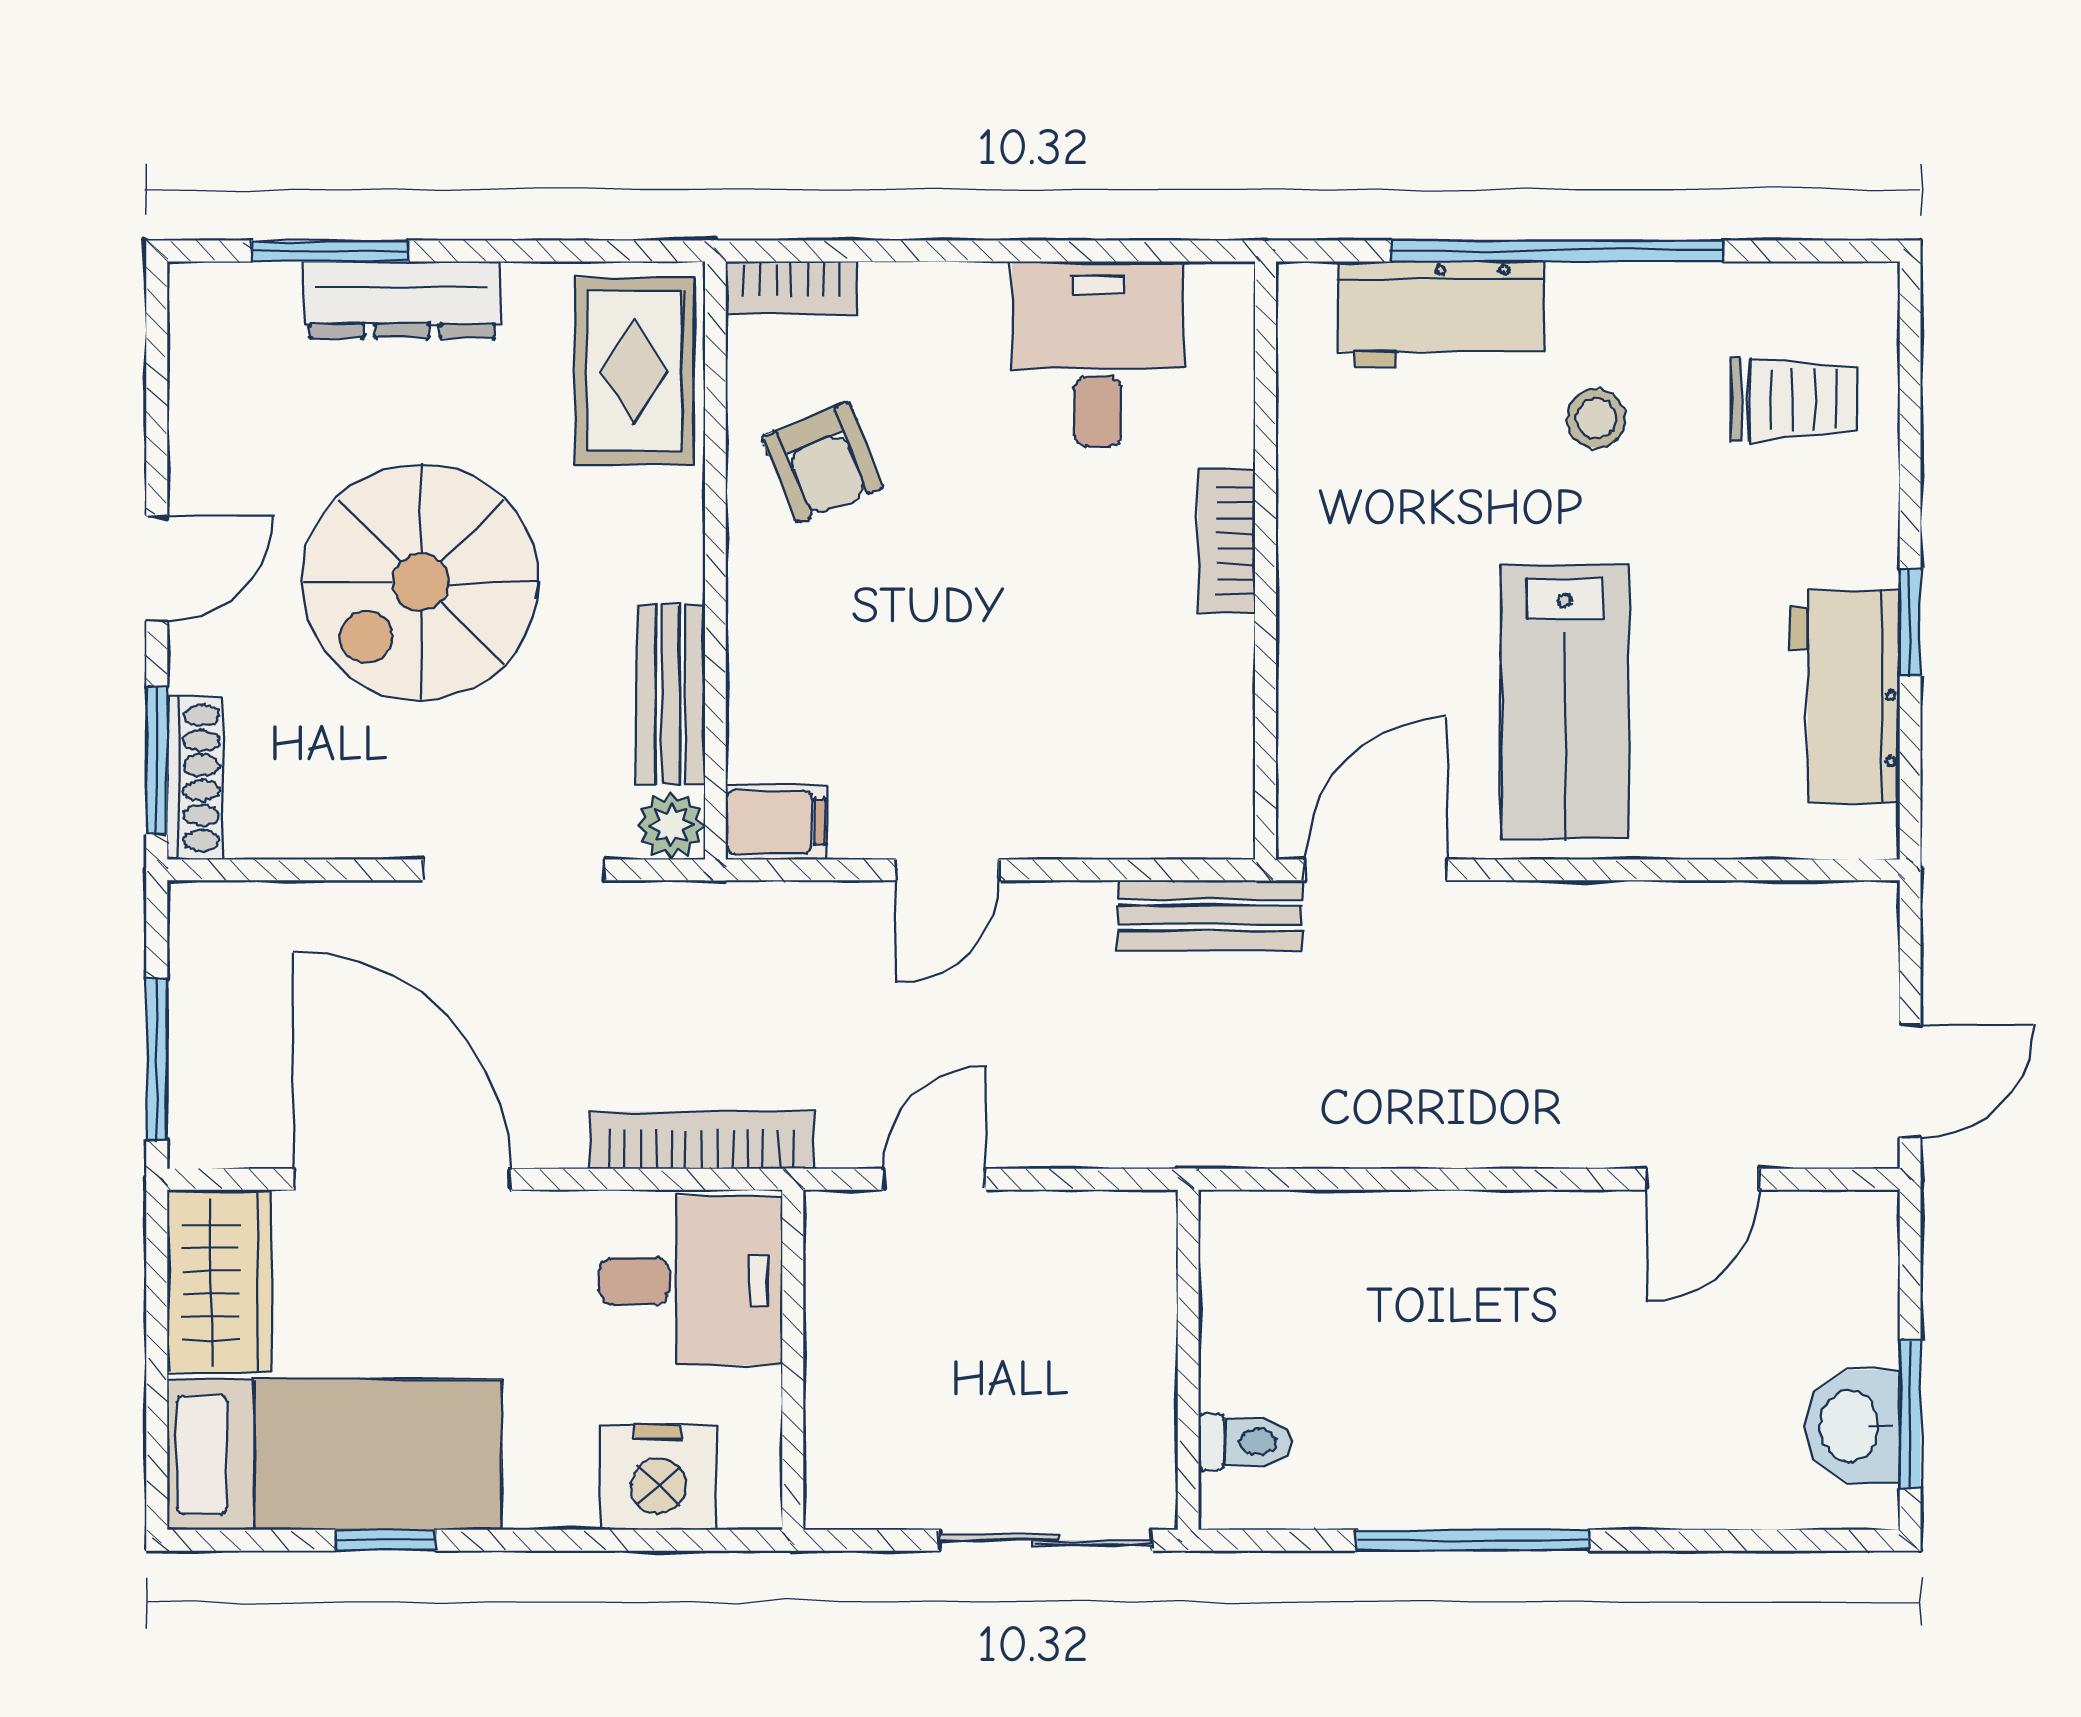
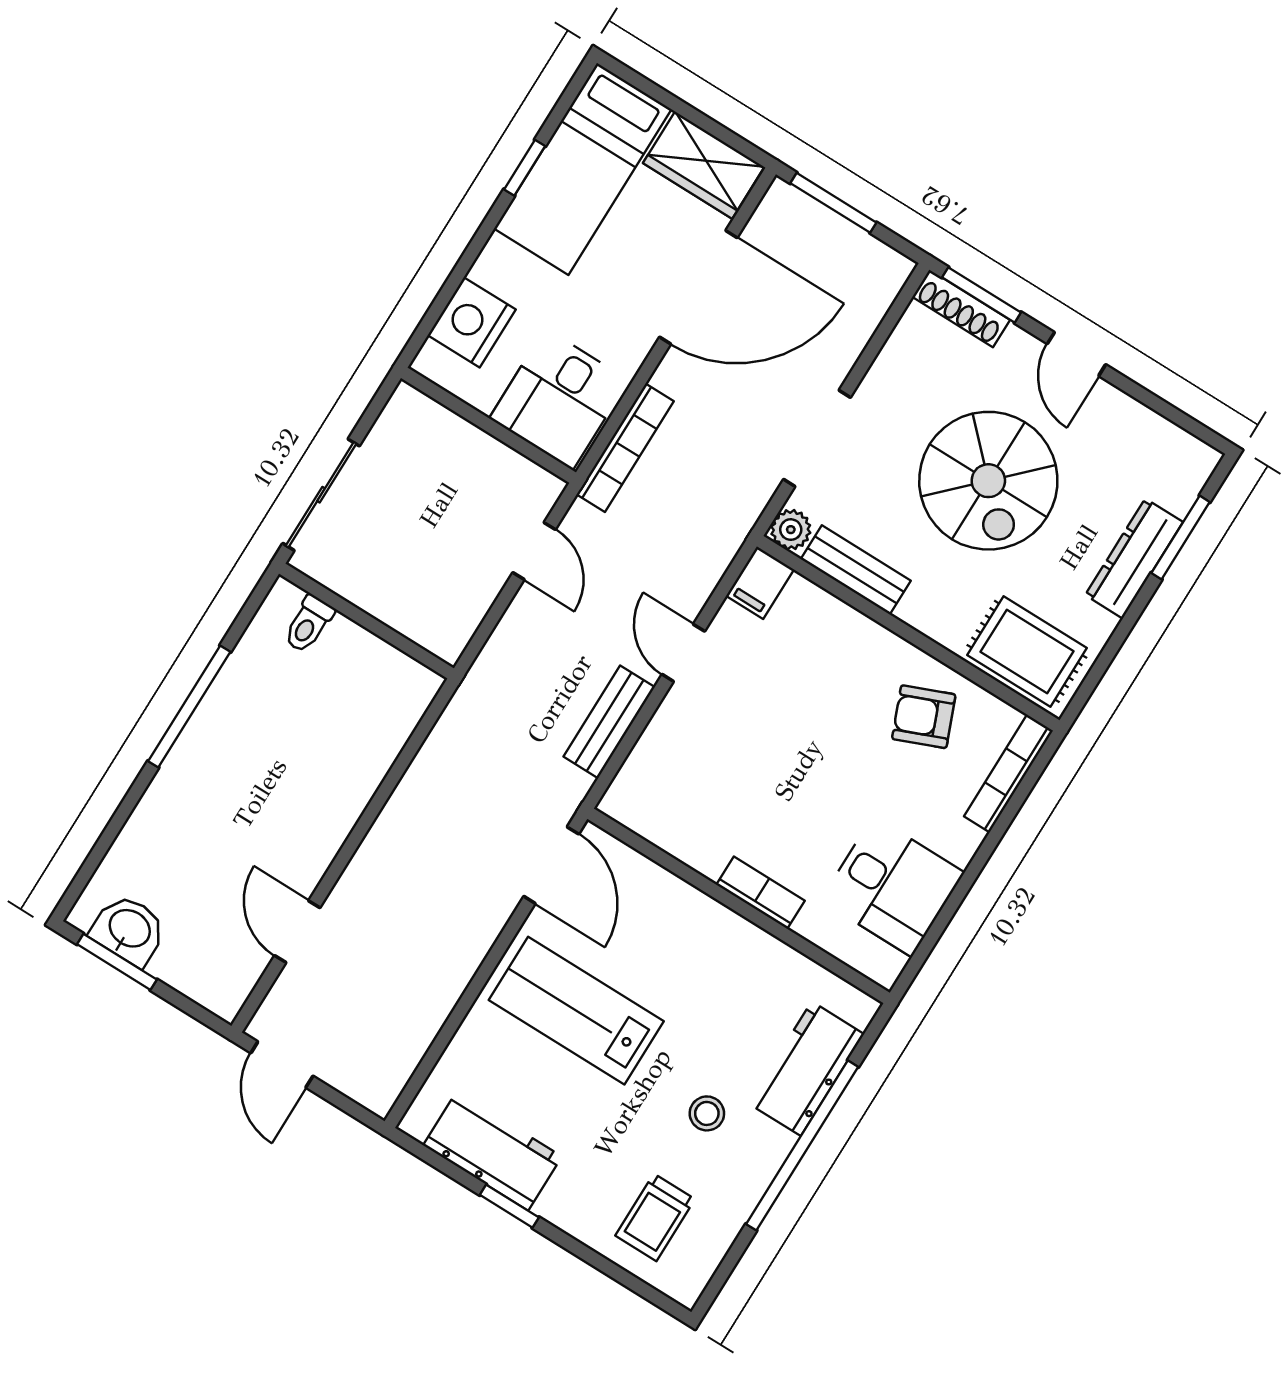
bookcase: (791, 288) -> (1008, 773), width x1.56
spiral stairs: (421, 582) -> (988, 481), turned 180
bench: (1210, 915) -> (609, 722), moved

